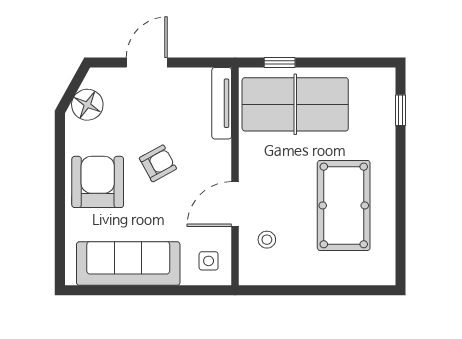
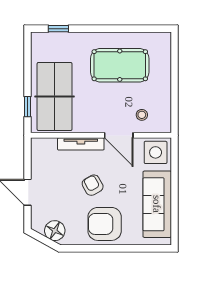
tv unit: (222, 103) -> (81, 144), moved
side table: (209, 261) -> (156, 152), width x1.87, depth x1.87

